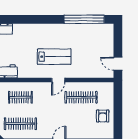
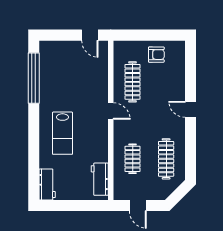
lab bench: (54, 57) -> (62, 133), moved, turned 180
door: (118, 64) -> (90, 35), hinge flipped

